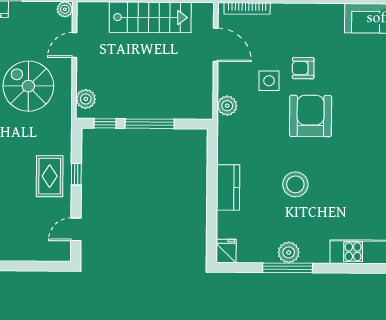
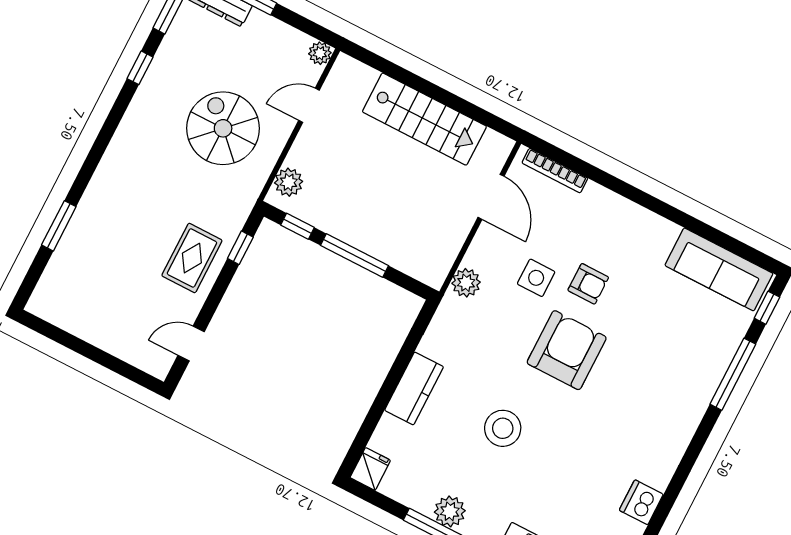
armchair: (303, 68) -> (588, 284), turned 180
window: (76, 174) -> (240, 248), moved

